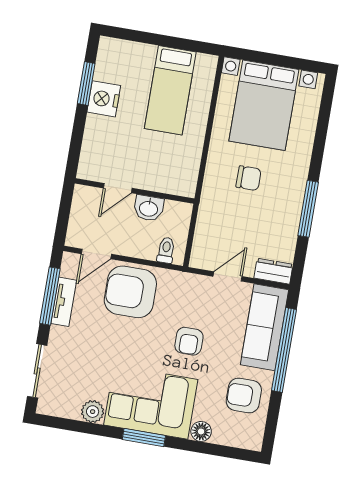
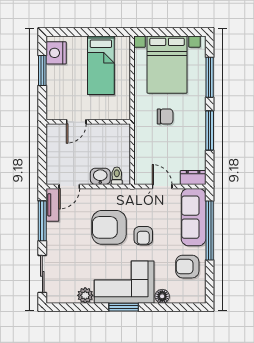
nightstand: (104, 99) -> (56, 53), moved
window: (321, 133) -> (210, 77), added
door: (118, 188) -> (76, 122), moved
wall: (135, 191) -> (88, 122), moved
washbasin: (149, 208) -> (100, 176), moved, turned 180
door: (228, 276) -> (162, 186), hinge flipped
armchair: (130, 292) -> (109, 227), moved
tv unit: (64, 302) -> (52, 205), moved

